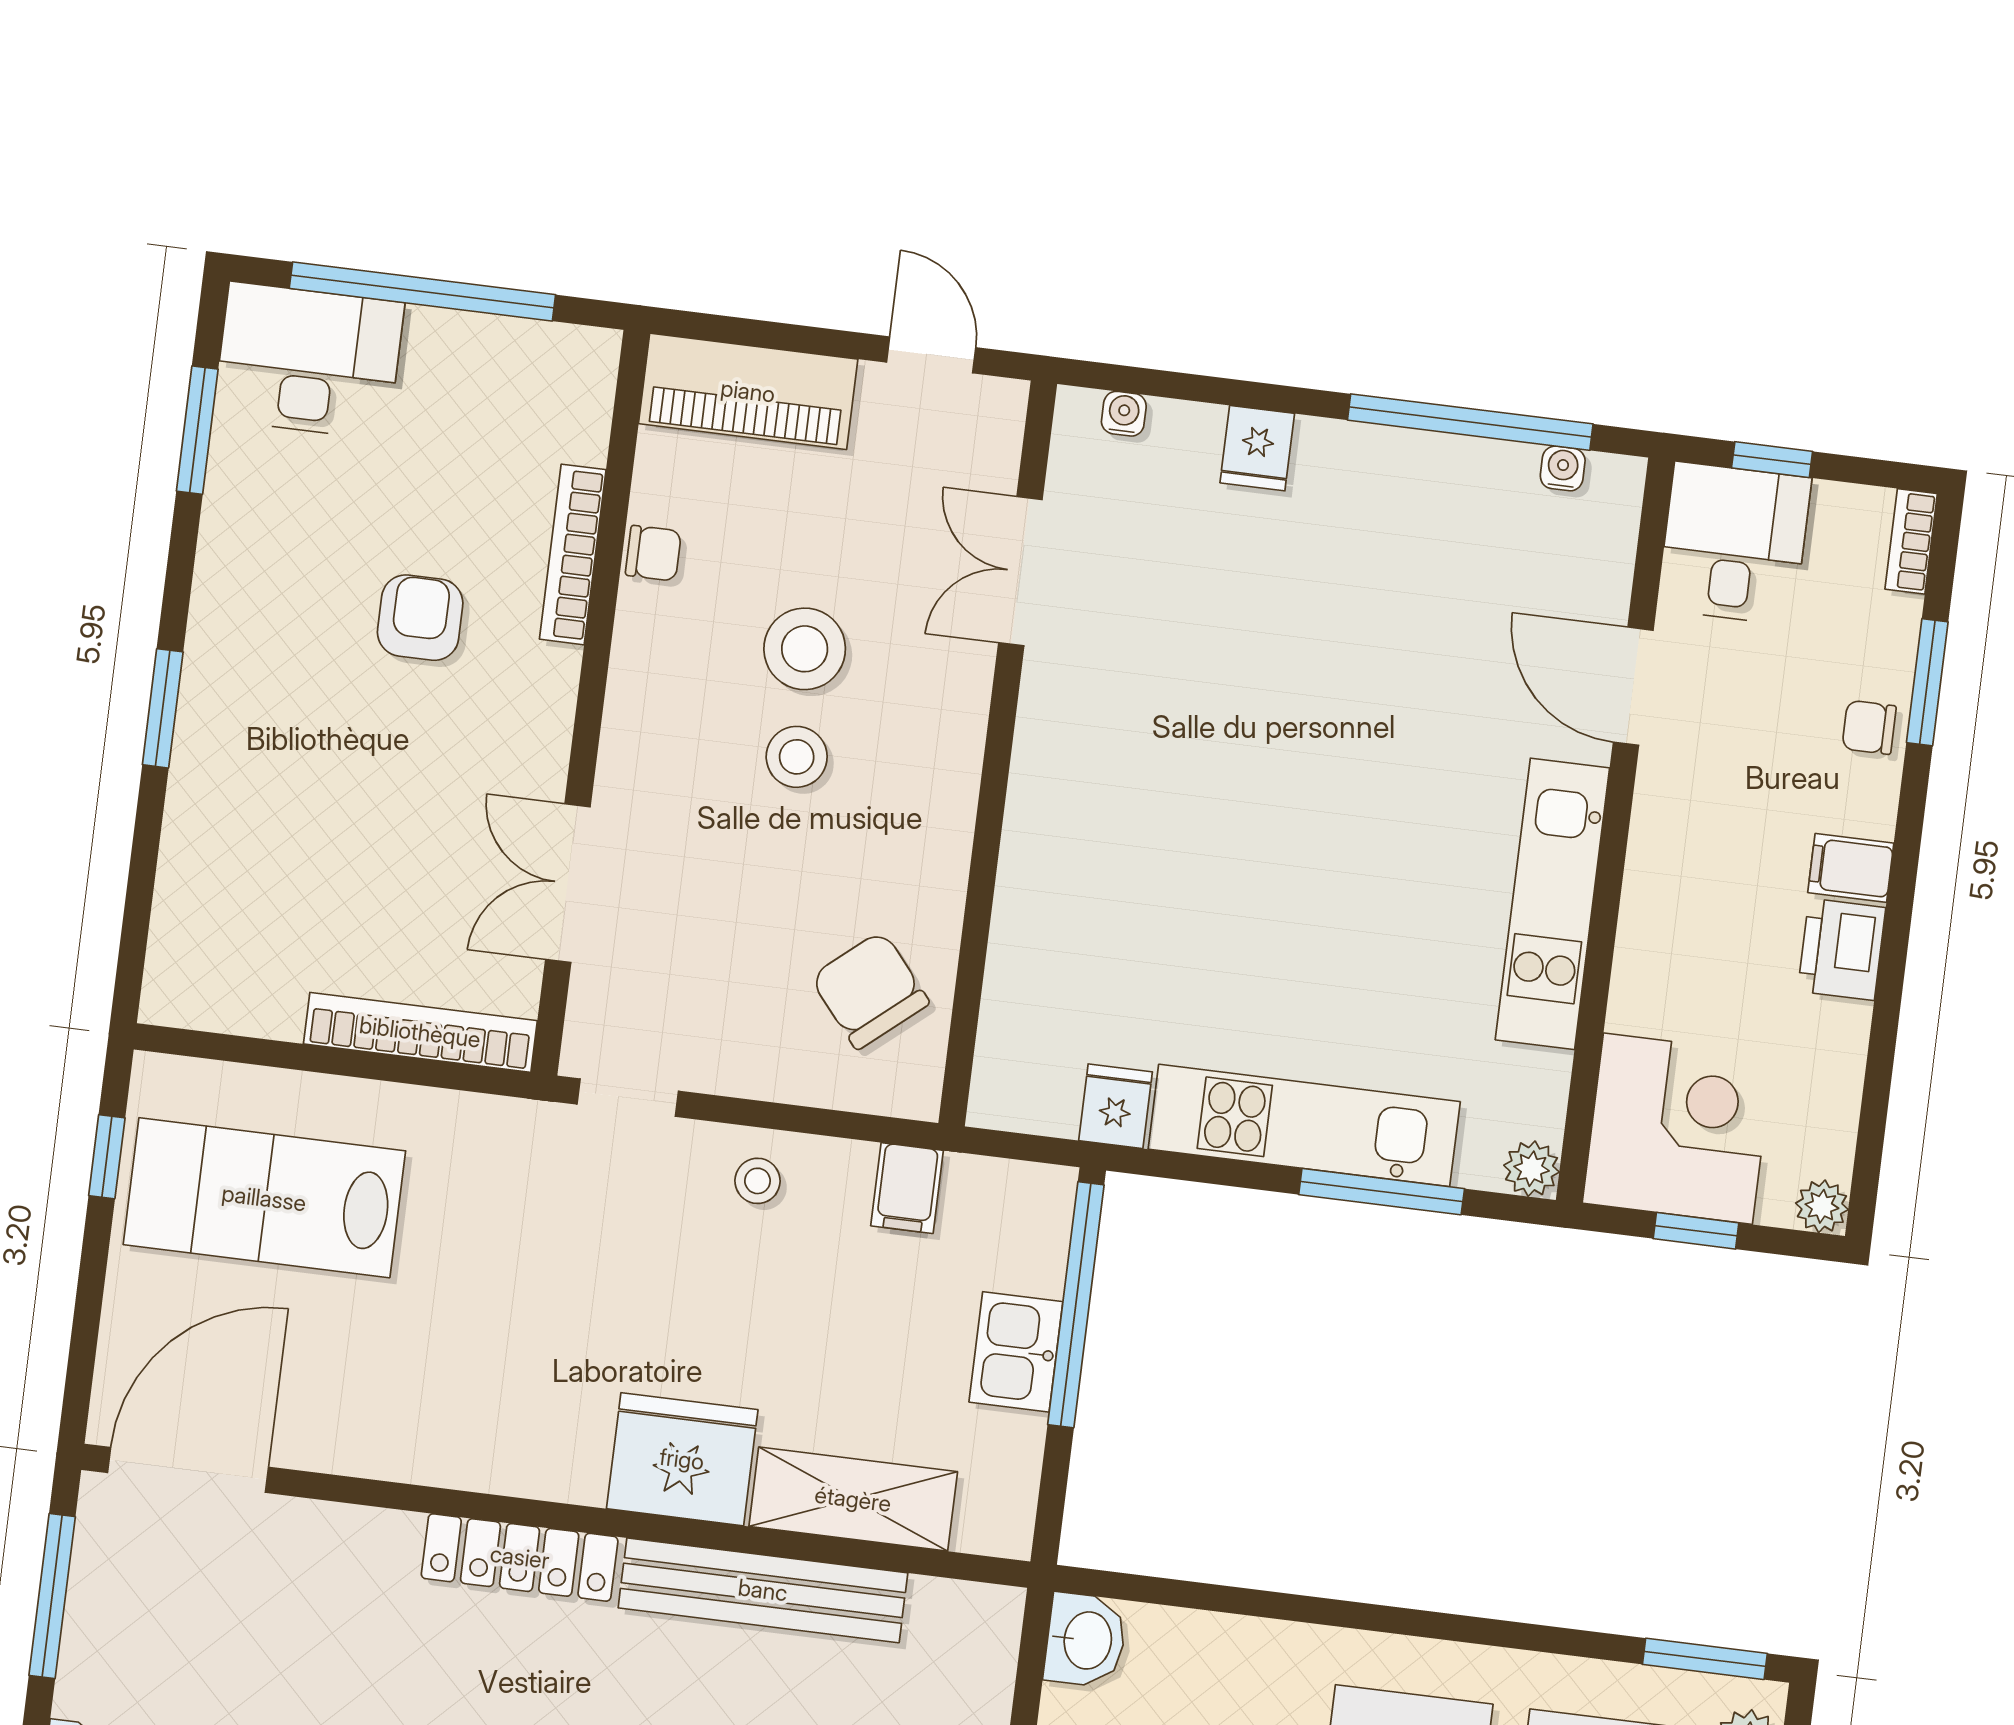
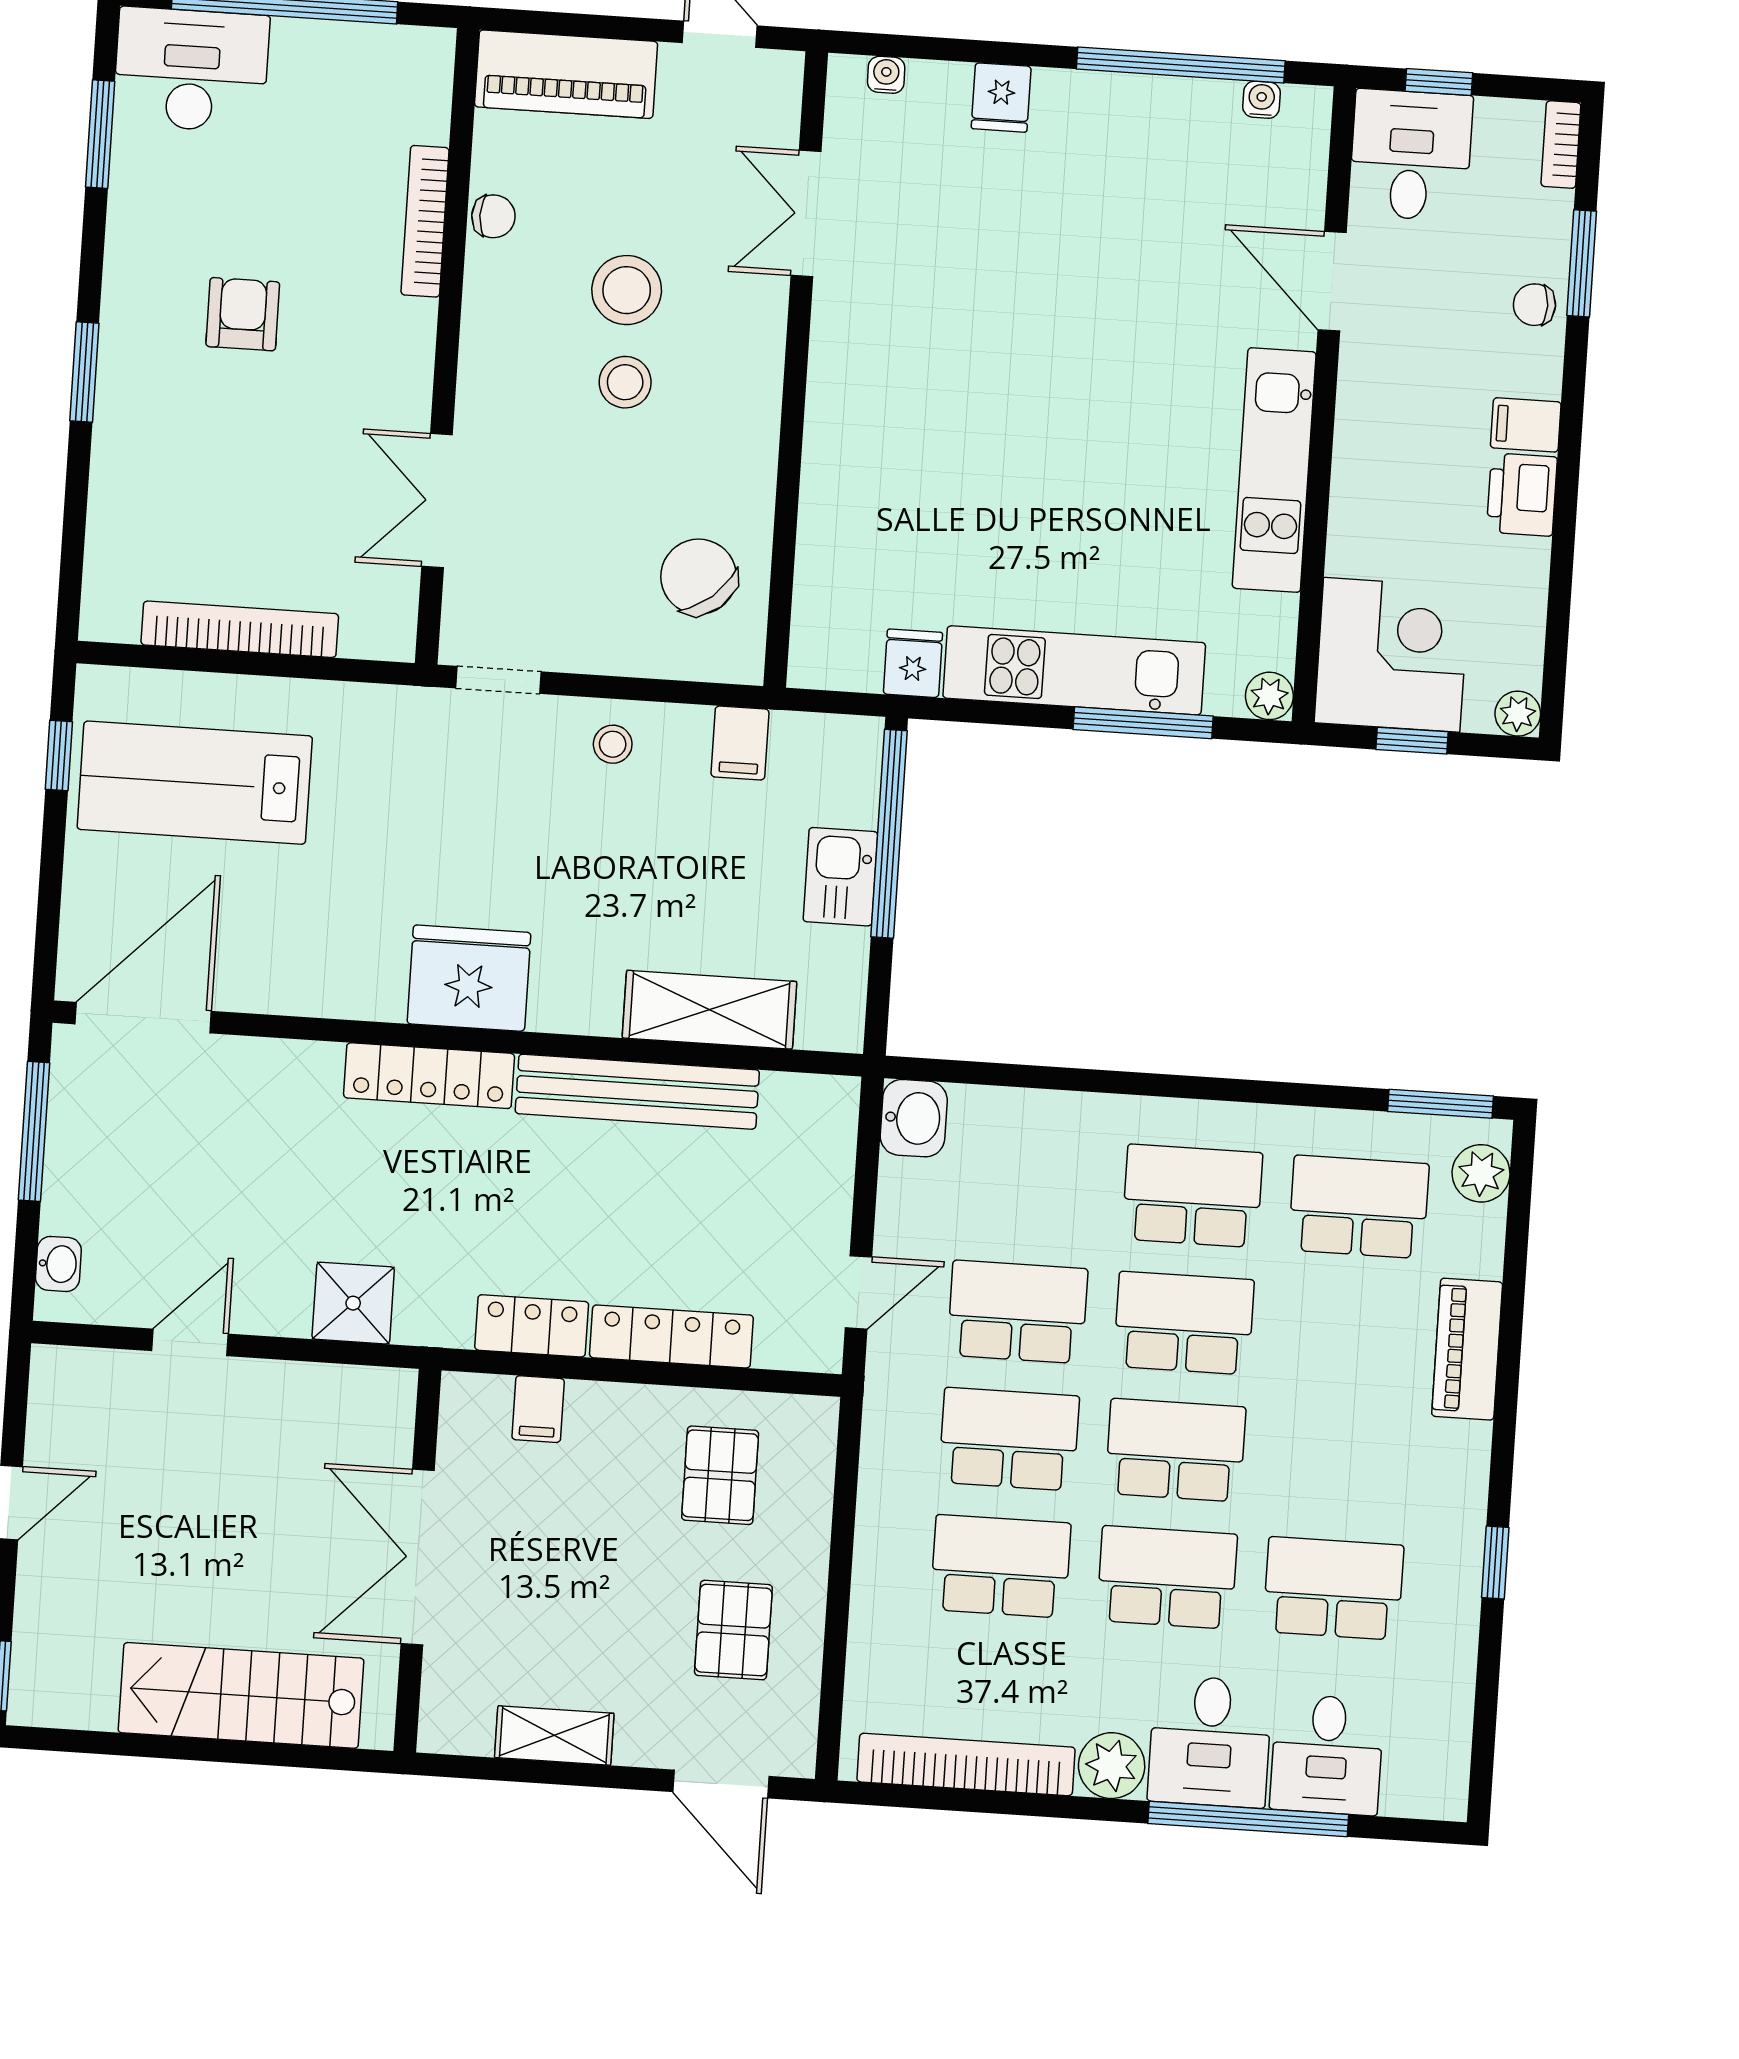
armchair: (420, 618) -> (243, 314), moved
bookcase: (420, 1032) -> (240, 629), moved
fridge: (682, 1459) -> (469, 978), moved

